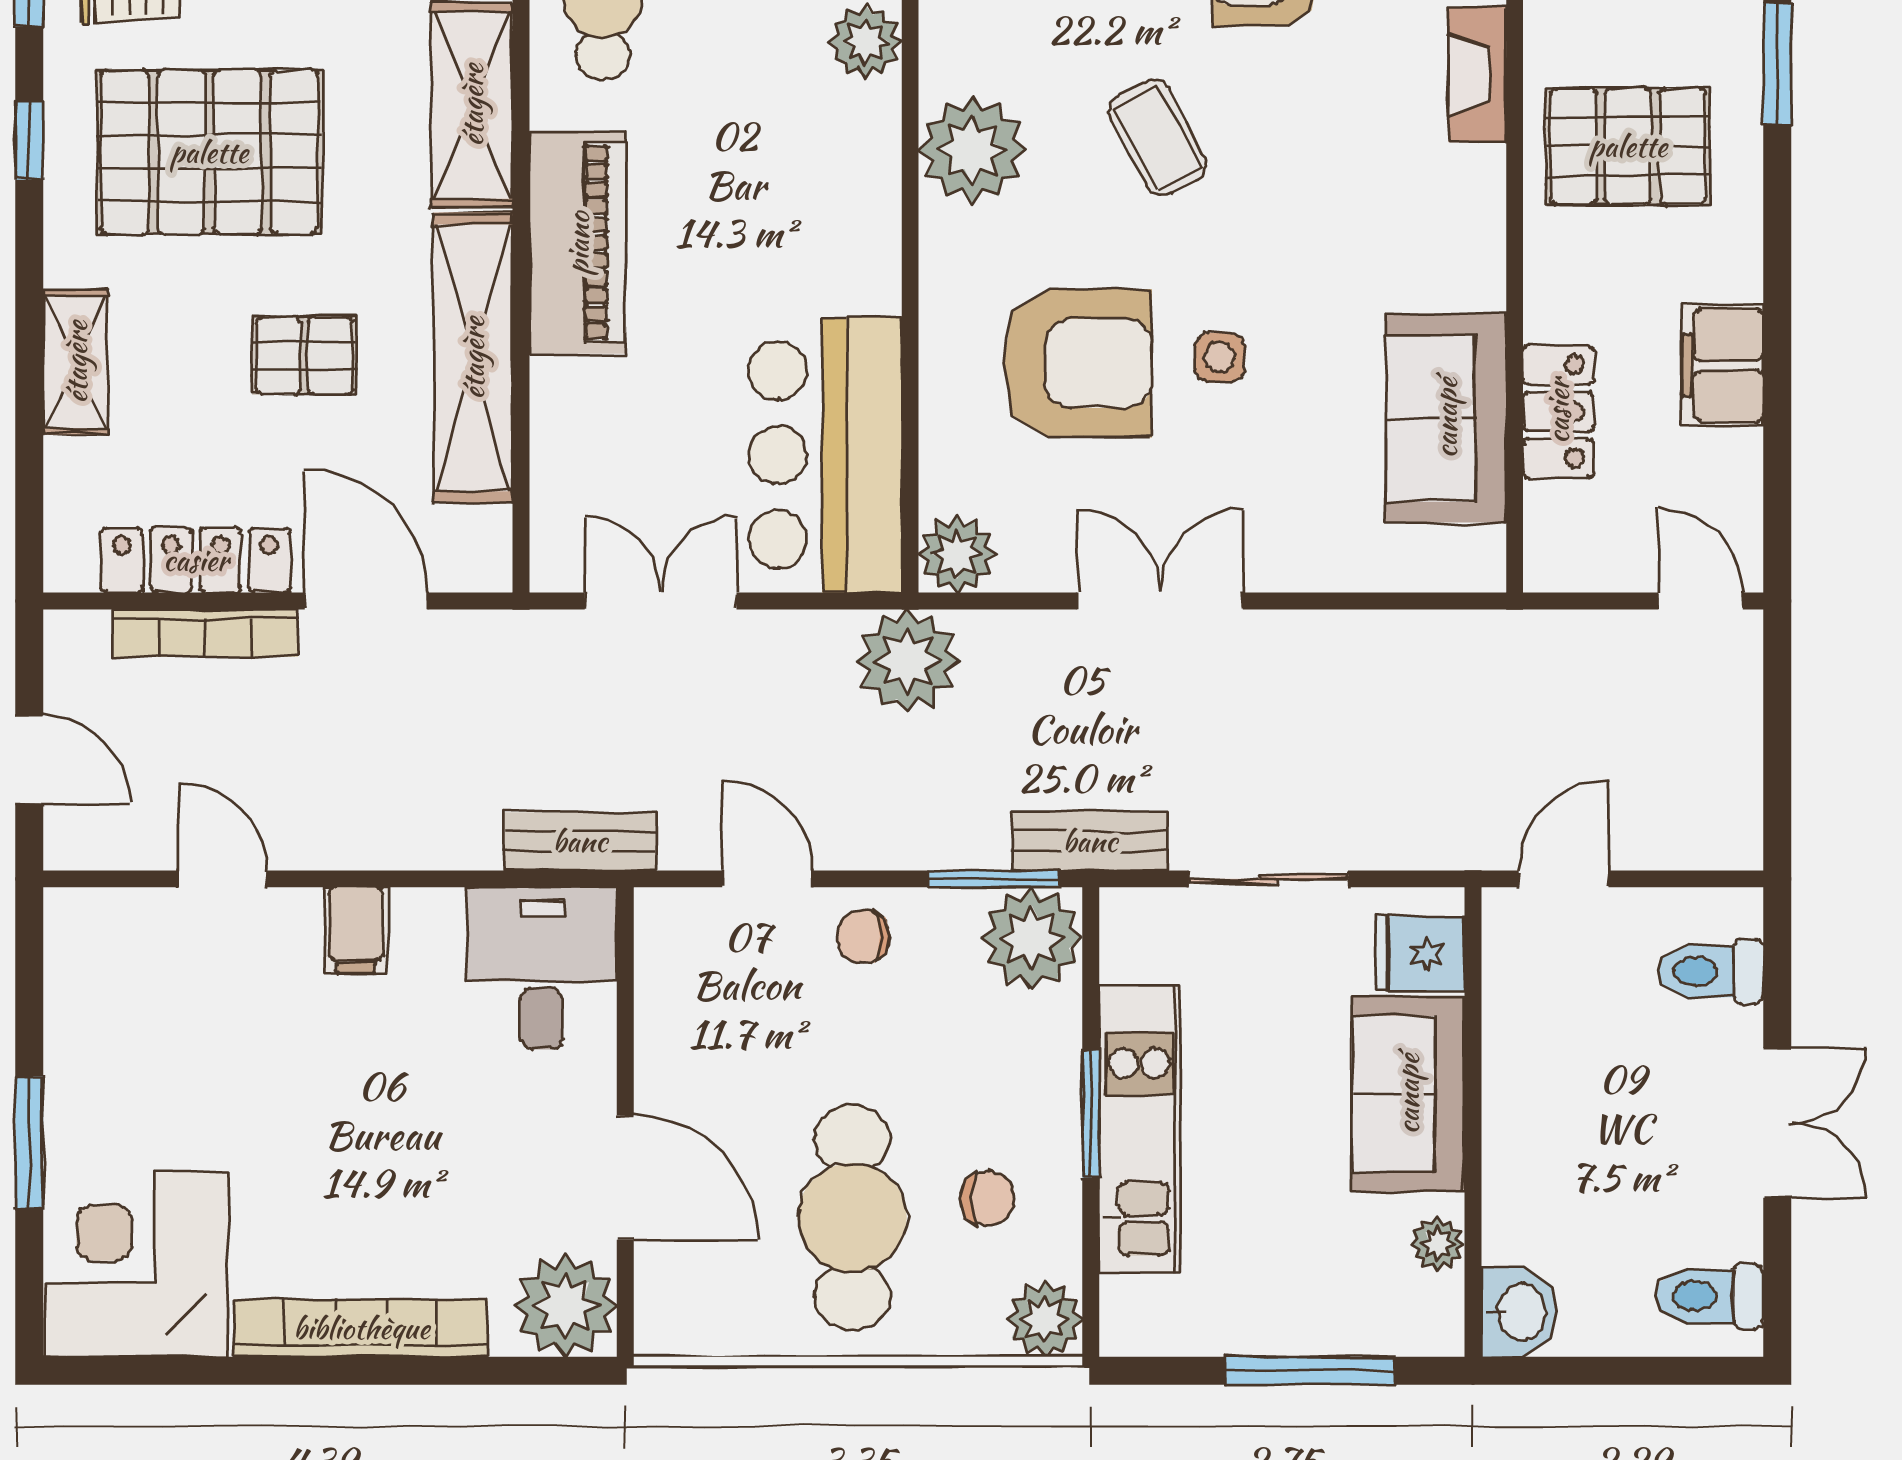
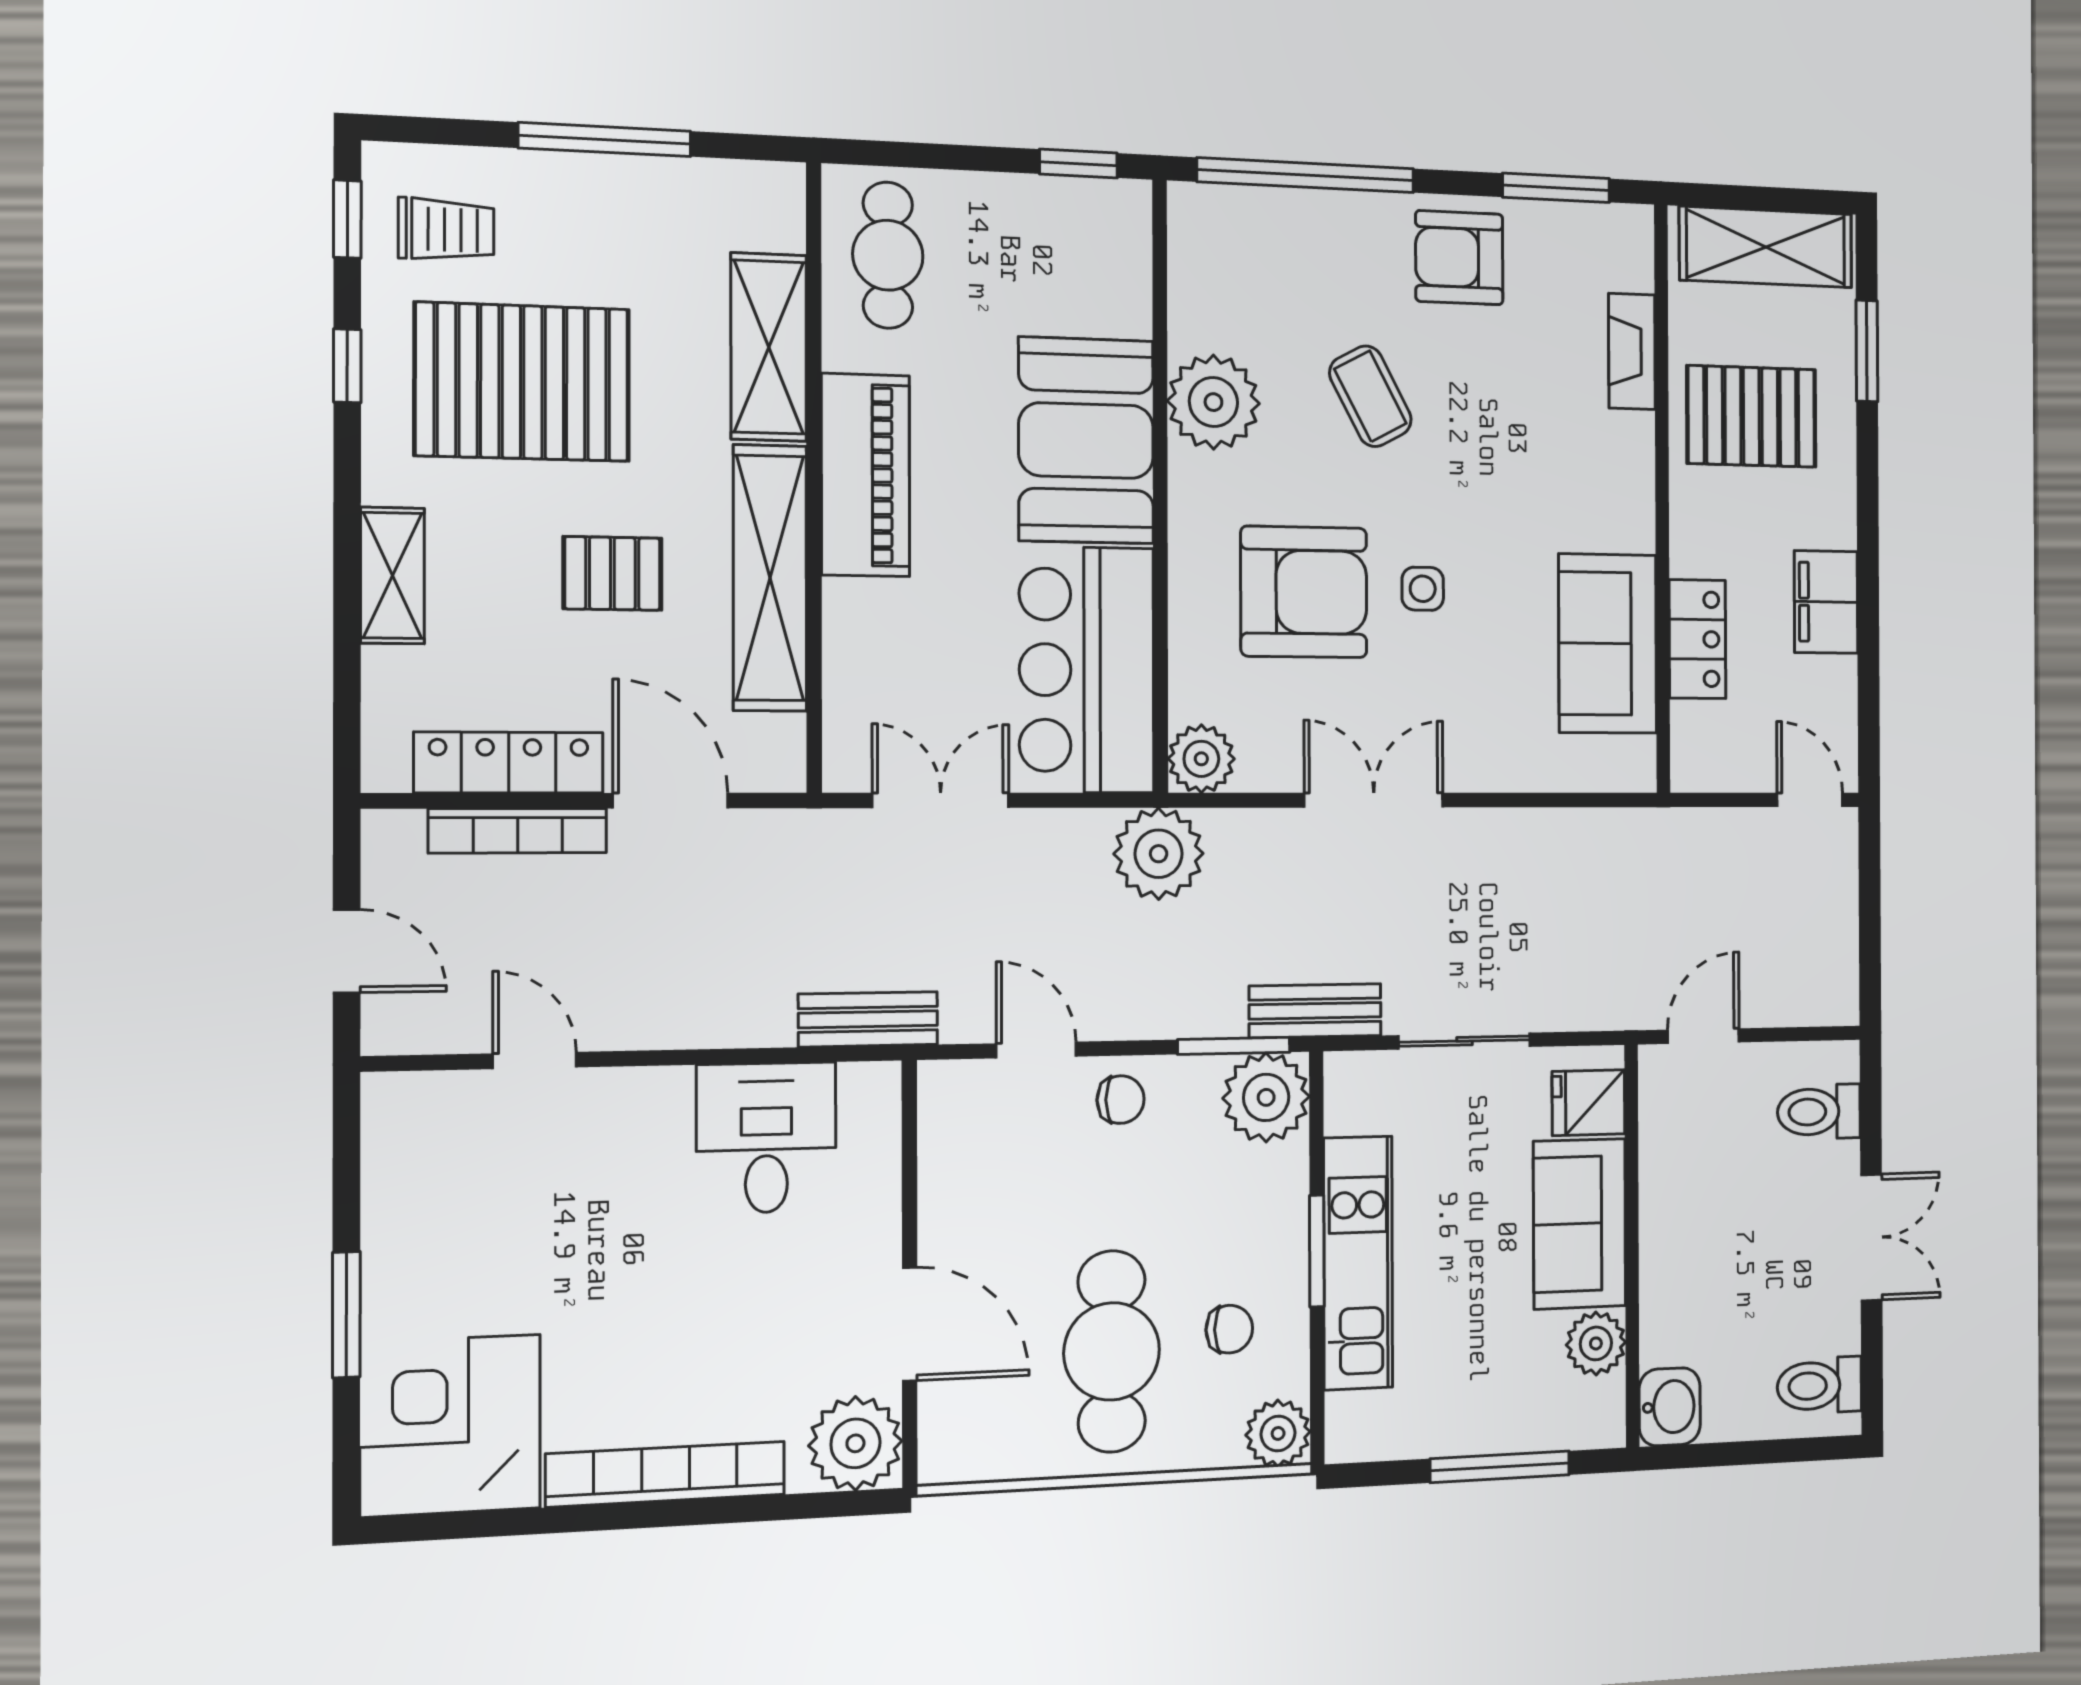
plant: (866, 42) -> (1121, 303), removed
booth: (825, 198) -> (1086, 441), added
filing cabinet: (356, 930) -> (661, 1105), removed
chair: (863, 936) -> (1121, 1100), turned 180
desk: (542, 968) -> (766, 1138), moved
plant: (1438, 1244) -> (1596, 1343), width x1.38, depth x1.38

